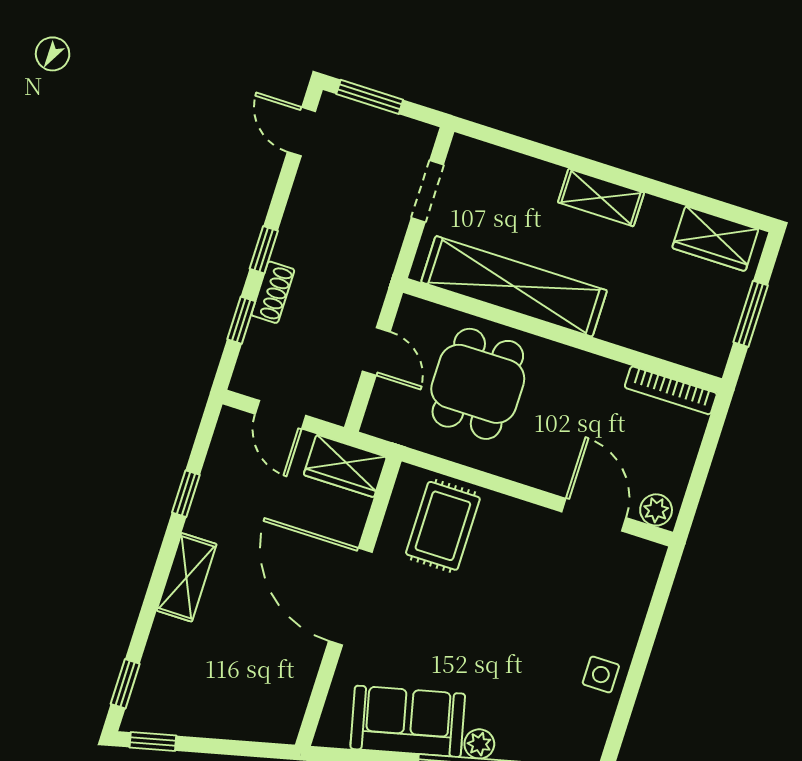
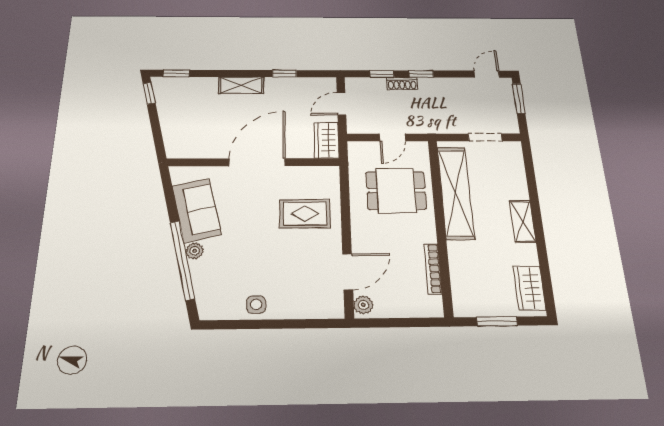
bookcase: (671, 390) -> (433, 269), moved
rug: (443, 526) -> (305, 214), moved

